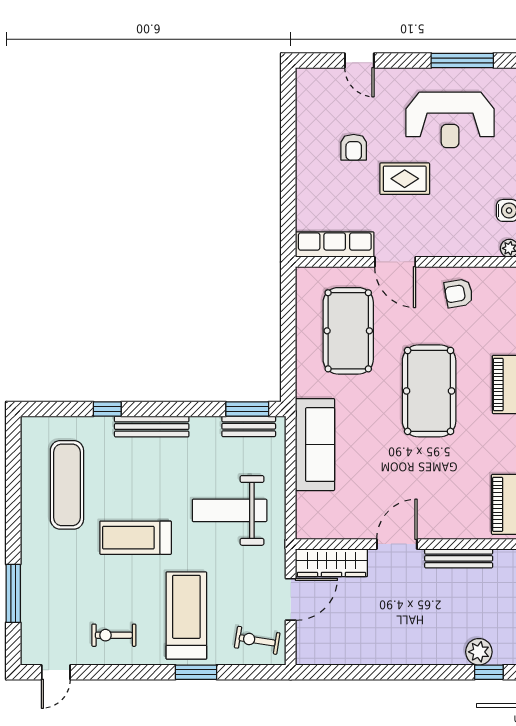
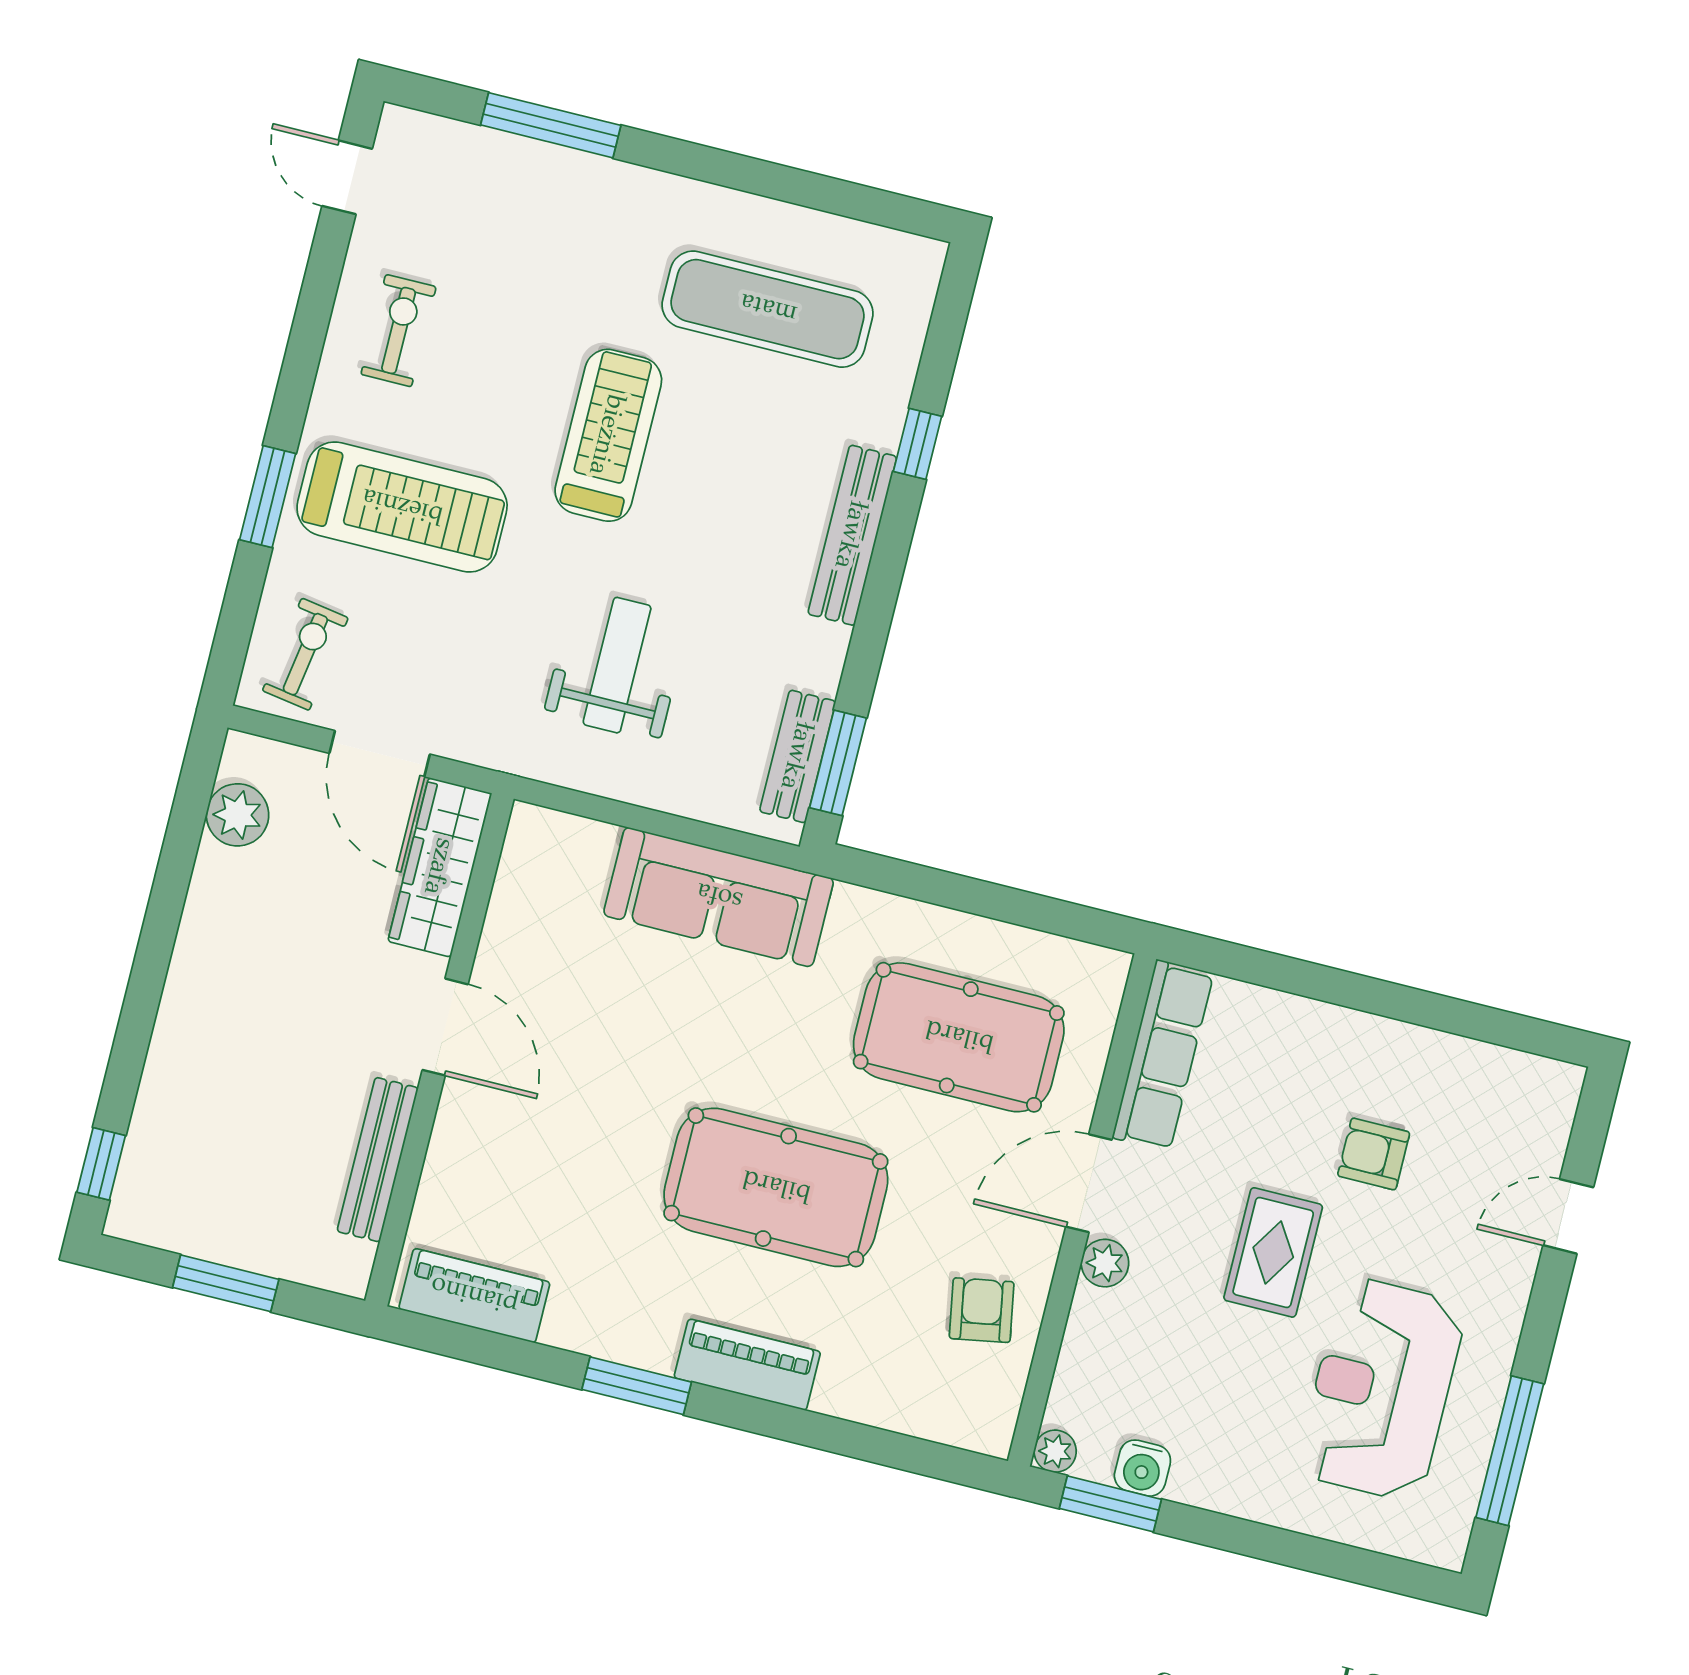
plant: (426, 247) -> (1105, 1263), added
weight bench: (230, 510) -> (617, 665), width x0.73, depth x0.75
plant: (479, 652) -> (238, 815), moved

